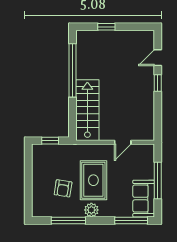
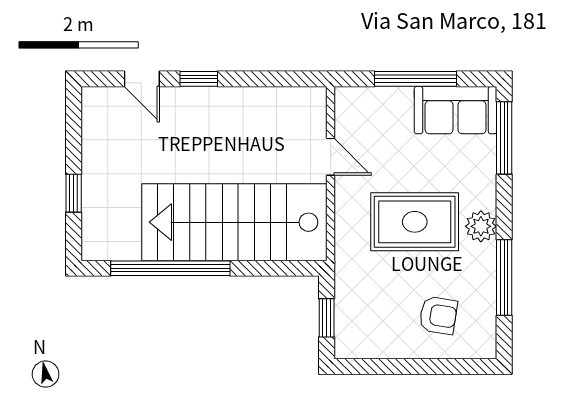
stairs: (87, 110) -> (234, 222), width x1.36, depth x1.51
armchair: (63, 188) -> (438, 315), moved

